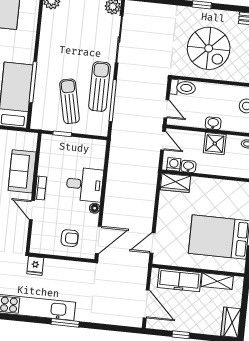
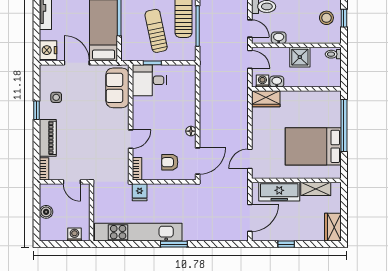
washbasin: (213, 123) -> (279, 38), moved
sofa: (22, 171) -> (117, 88), moved
desk: (85, 184) -> (149, 80), moved, turned 180
bookcase: (41, 188) -> (137, 169), moved
door: (32, 210) -> (131, 139), swing flipped
armchair: (70, 238) -> (170, 162), turned 180
door: (146, 304) -> (250, 218), hinge flipped

